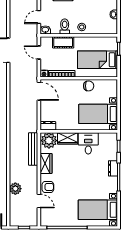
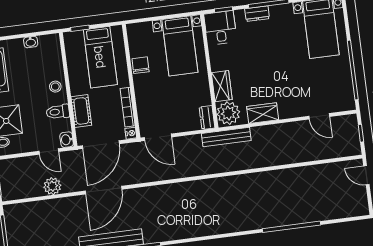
door: (39, 52) -> (101, 145), width x1.88
door: (39, 91) -> (158, 137), swing flipped
desk: (88, 143) -> (220, 28), moved, turned 90
bench: (33, 149) -> (226, 137), moved
armchair: (48, 187) -> (297, 106), removed
plant: (15, 189) -> (52, 186), moved
door: (39, 201) -> (319, 116), swing flipped

